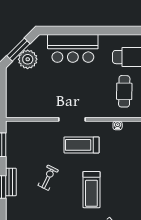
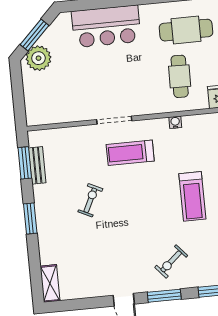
plant: (28, 59) -> (39, 58), moved
bench: (11, 182) -> (37, 165), moved
treadmill: (91, 190) -> (192, 196), moved

